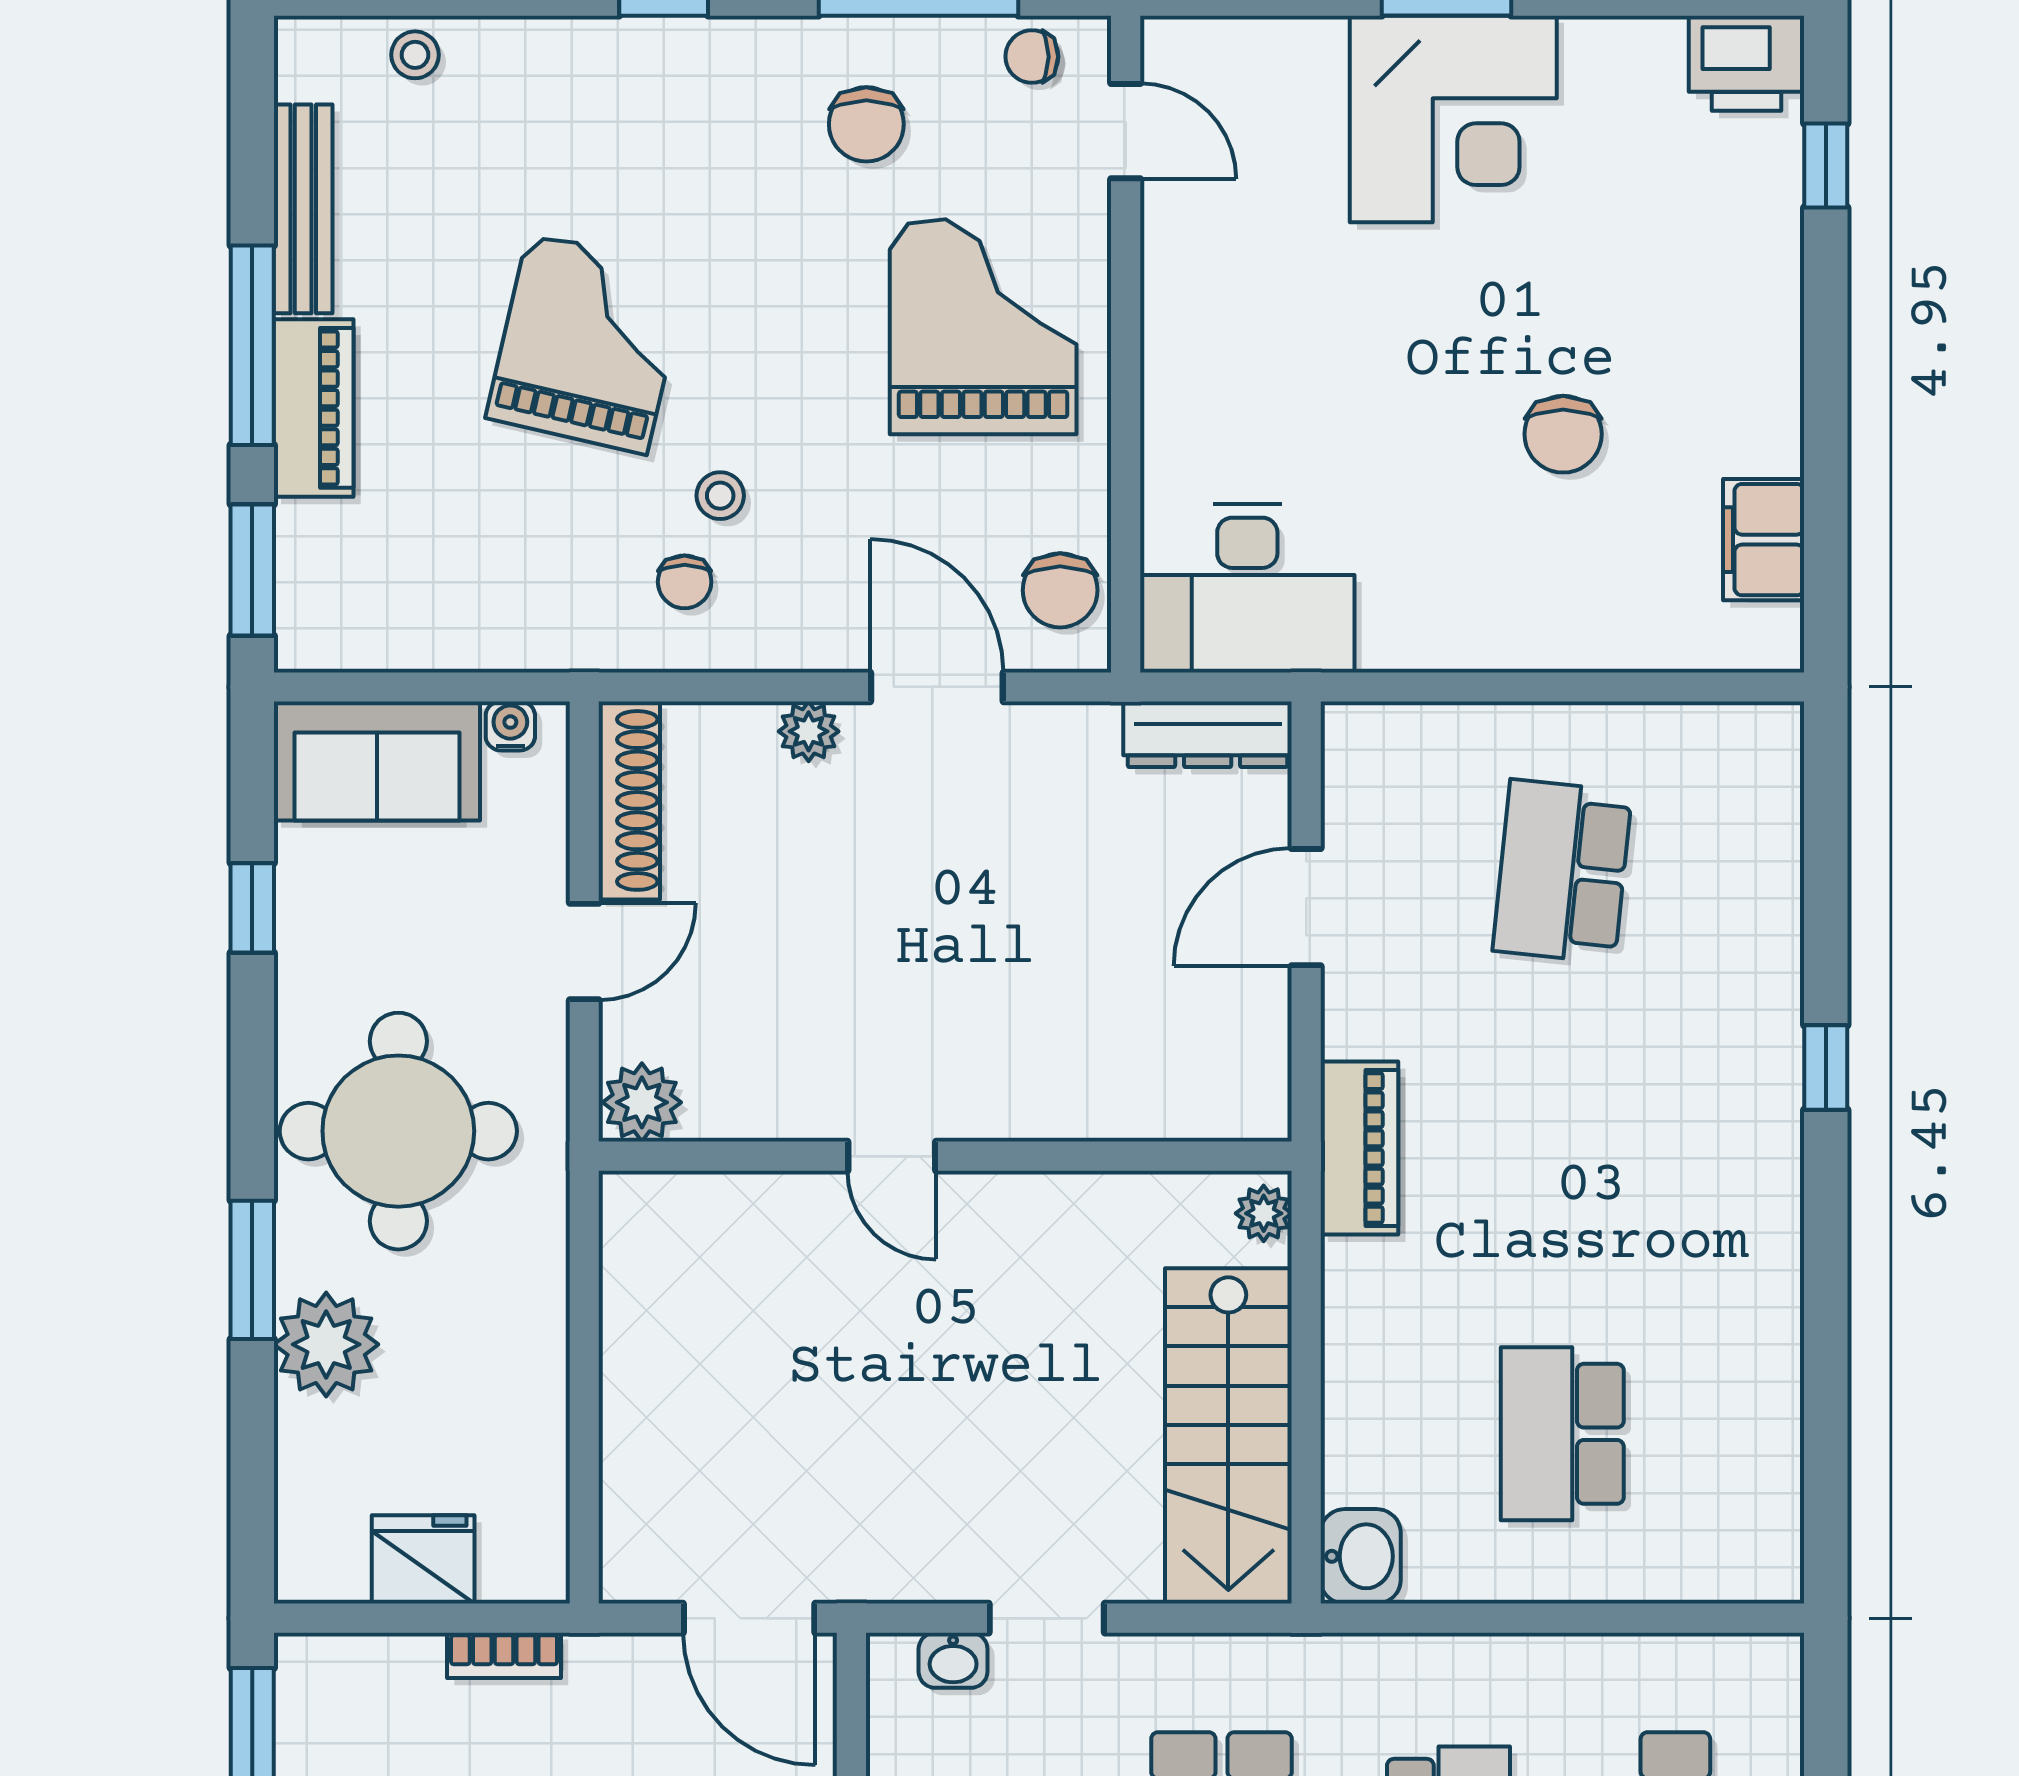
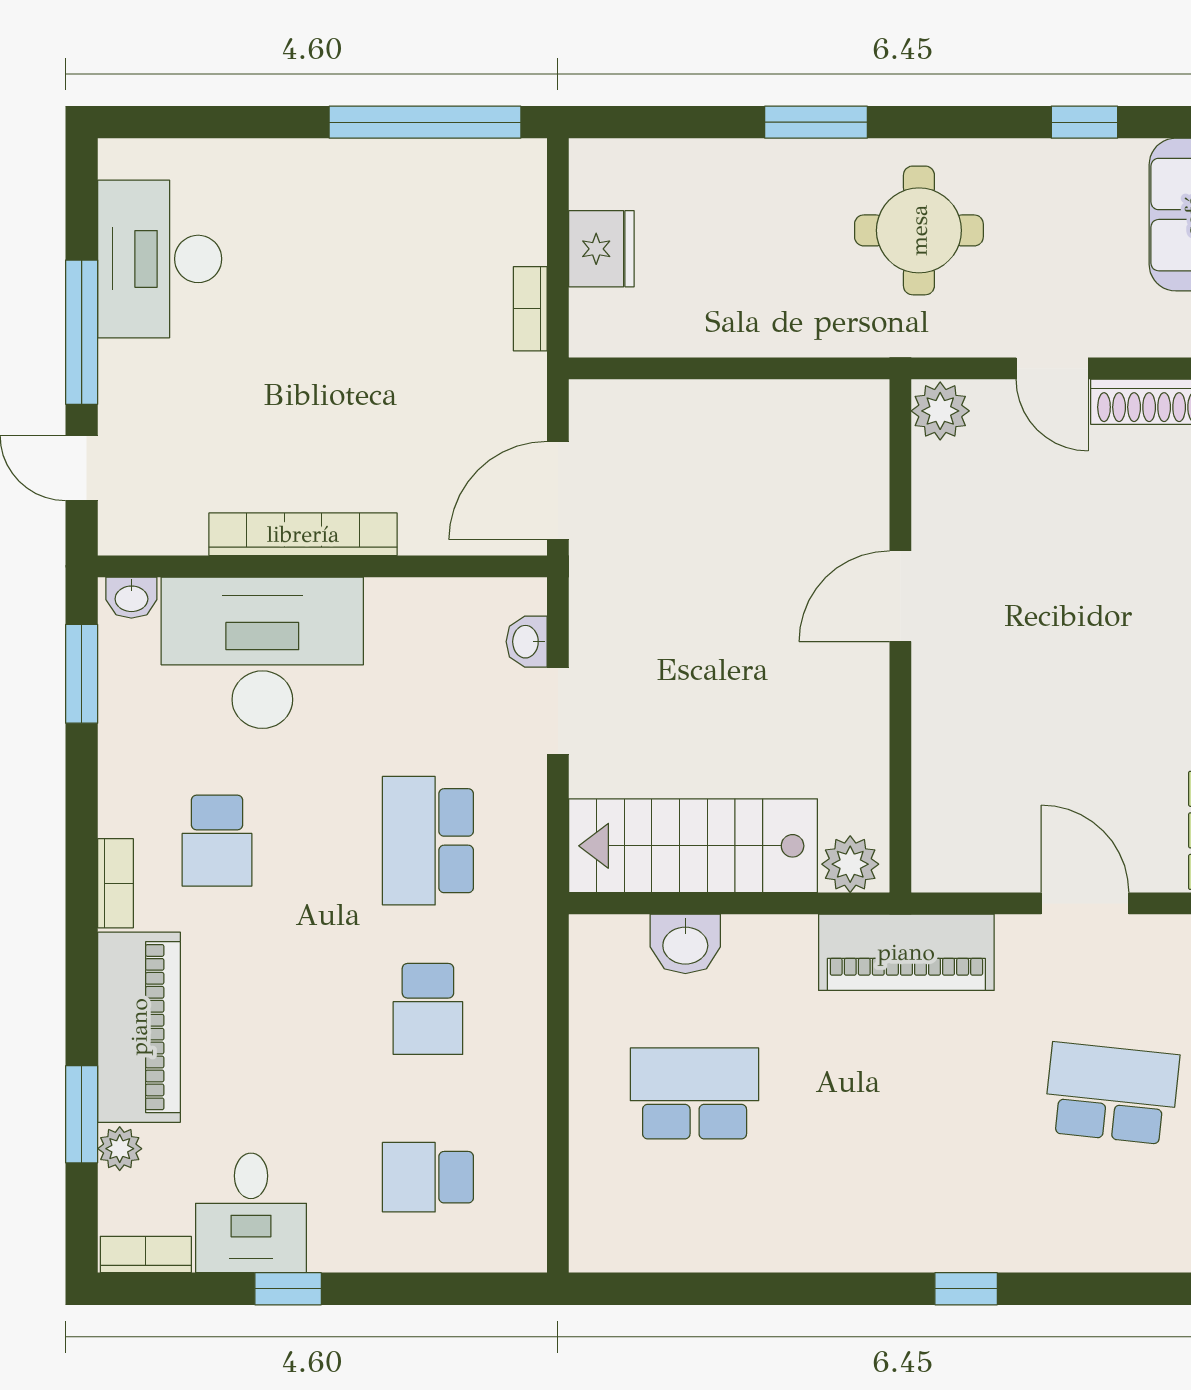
round table: (398, 1131) -> (919, 230), width x0.73, depth x0.73
piano: (1359, 1148) -> (906, 952), width x1.37, depth x1.33
door: (892, 1156) -> (900, 596), width x1.38
plant: (1264, 1213) -> (850, 864), width x1.38, depth x1.38
plant: (326, 1344) -> (761, 177), removed
washbasin: (1361, 1556) -> (685, 944), moved

